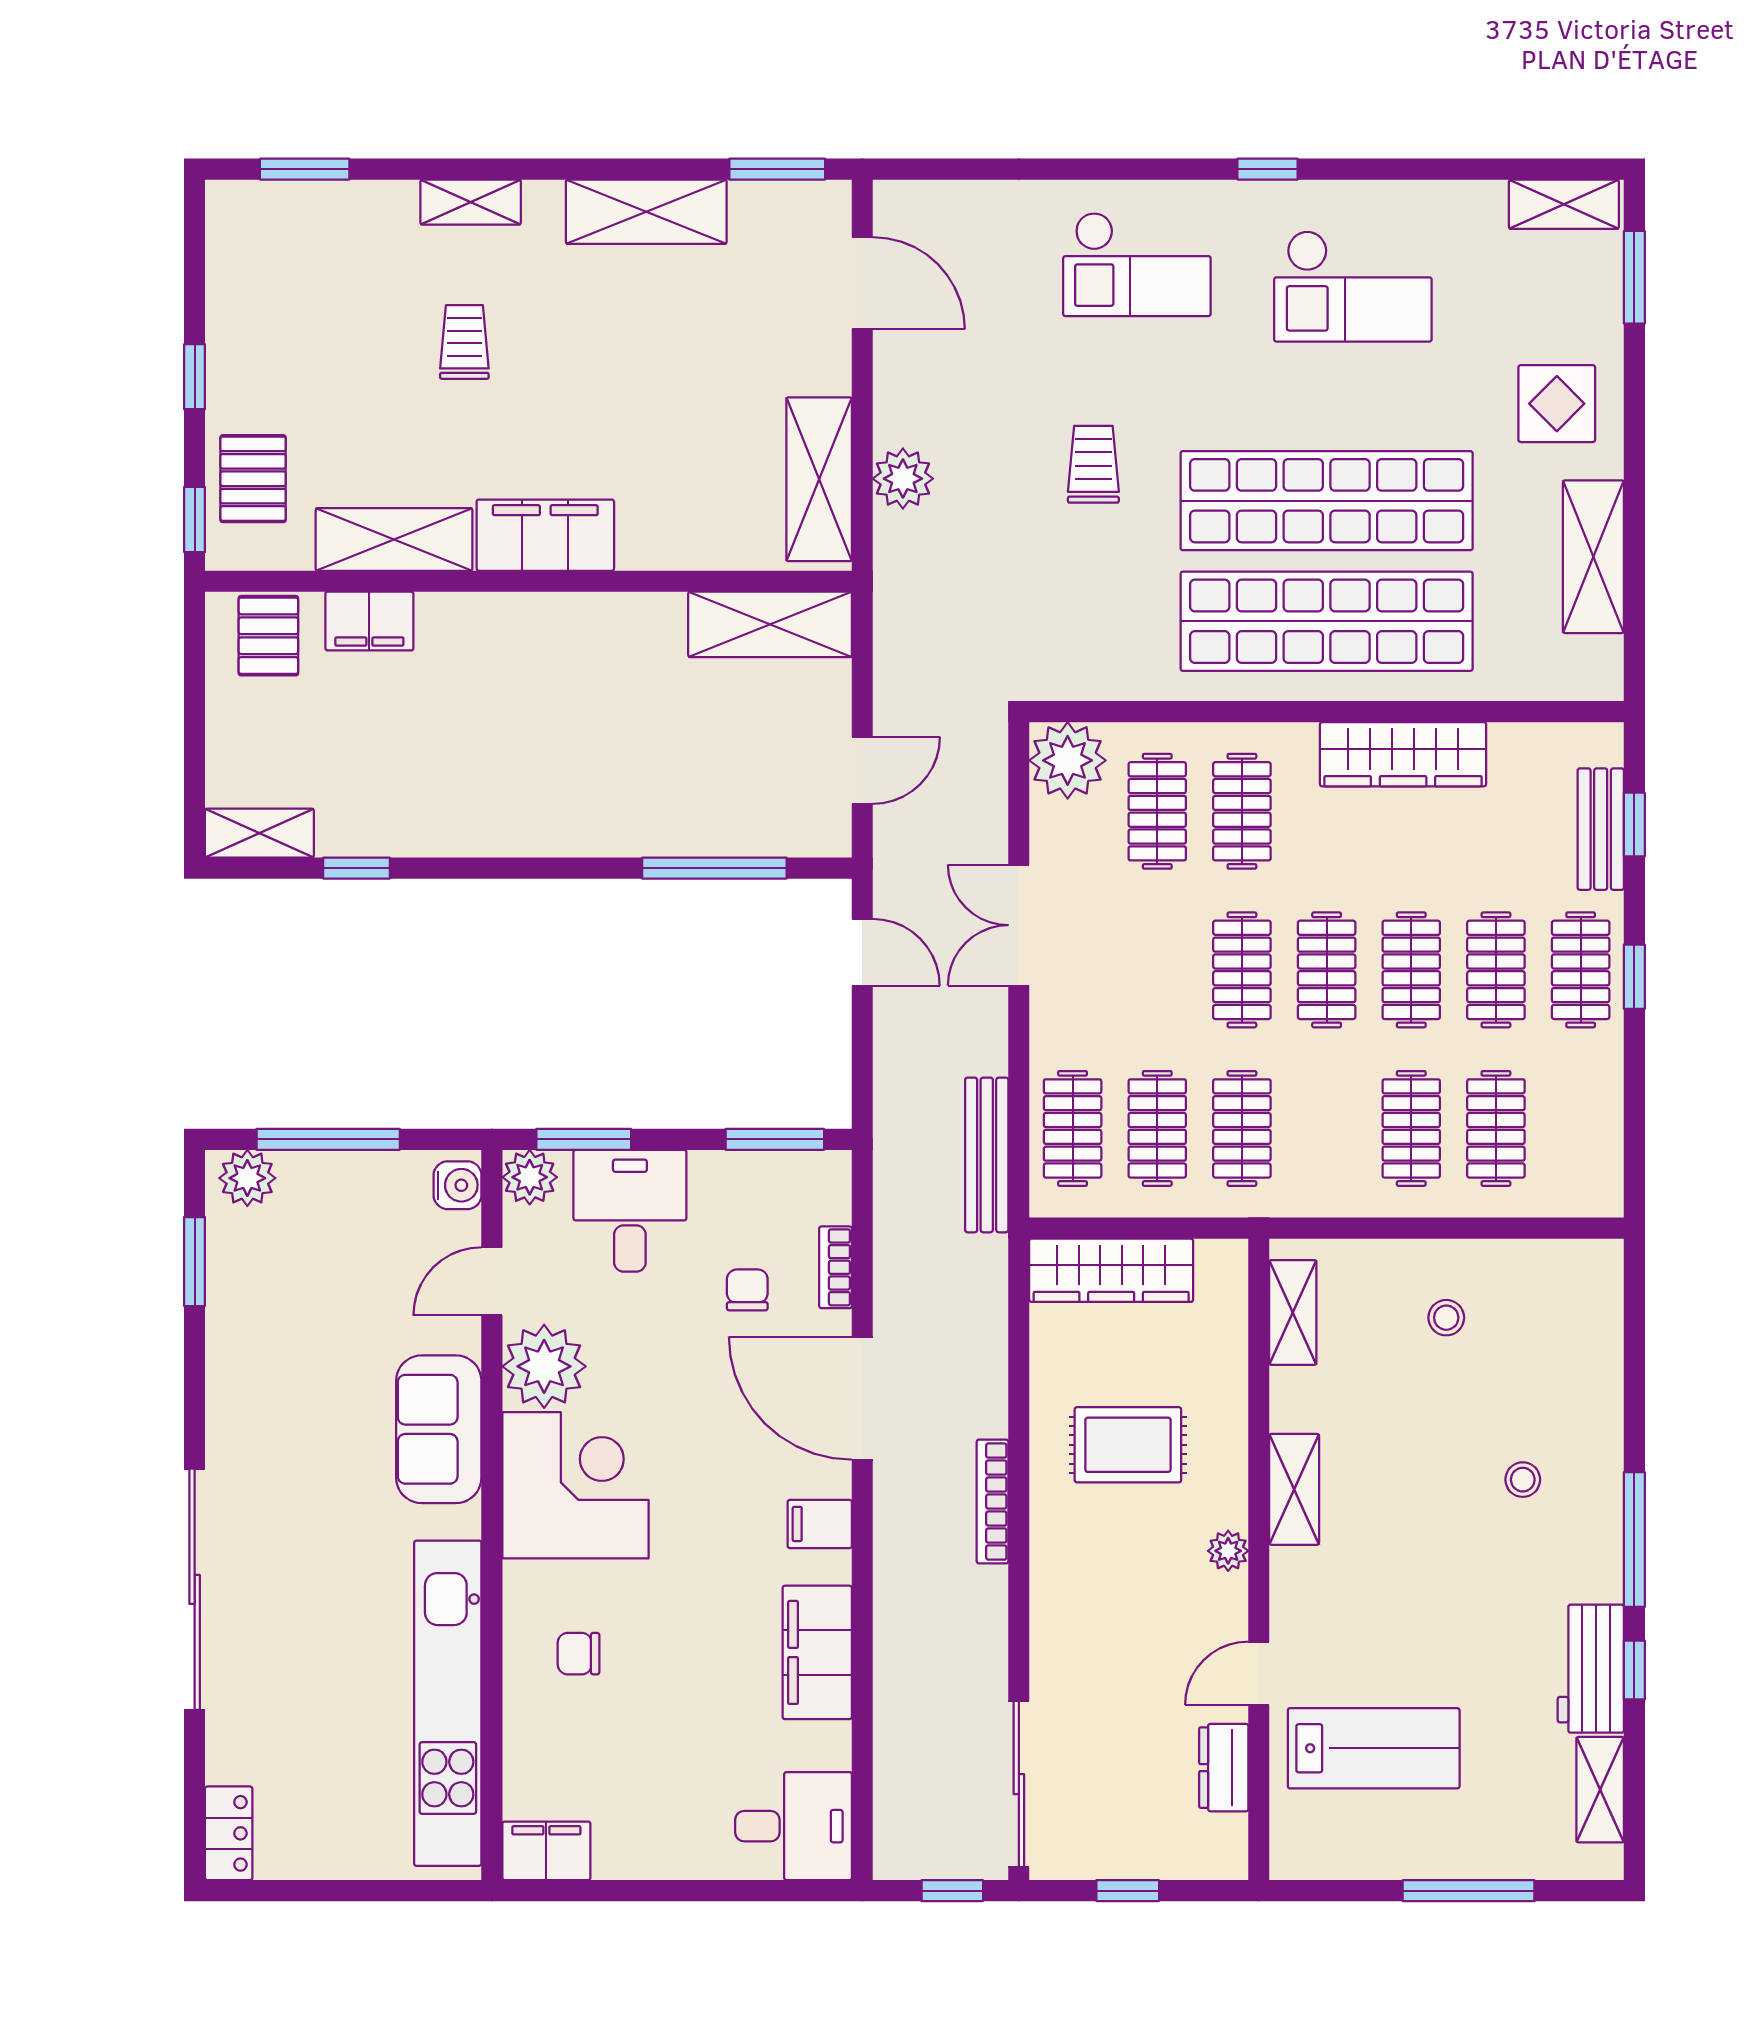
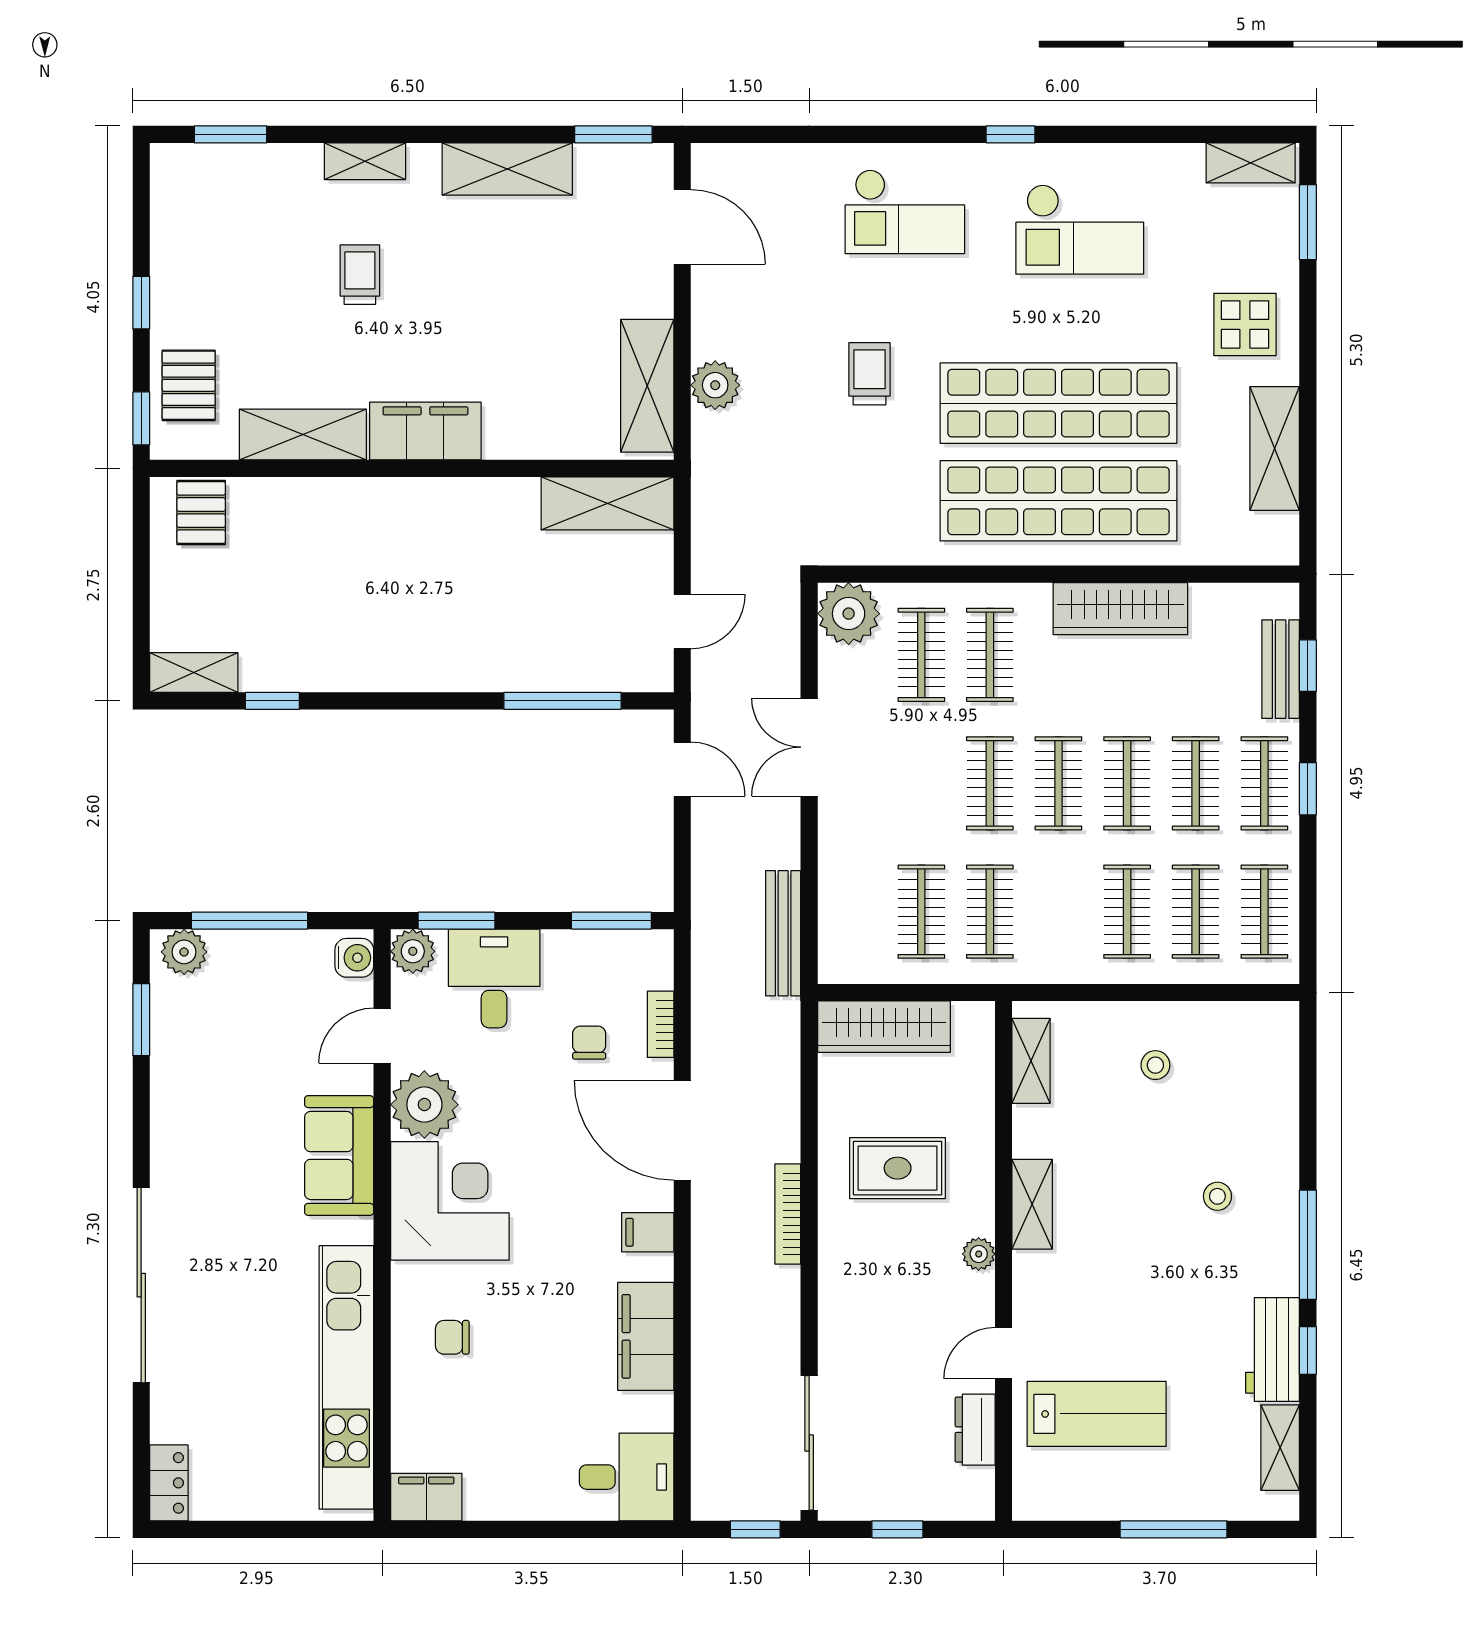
filing cabinet: (369, 621) -> (283, 501), removed
clothes rail: (1073, 1128) -> (1264, 912), moved

